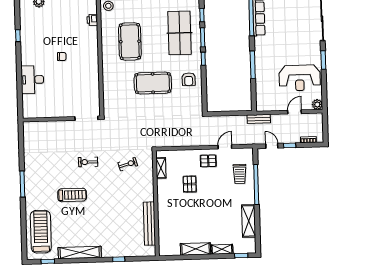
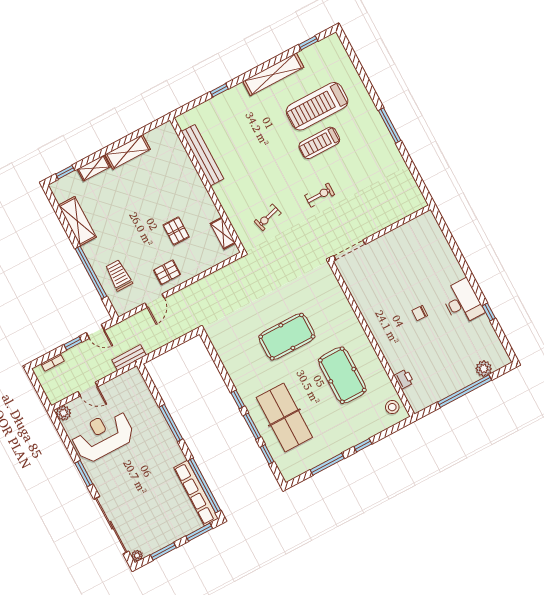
armchair: (189, 79) -> (244, 364), removed
desk: (32, 80) -> (462, 302), moved
door: (294, 112) -> (88, 389), hinge flipped
treadmill: (41, 232) -> (317, 106), moved, turned 90

